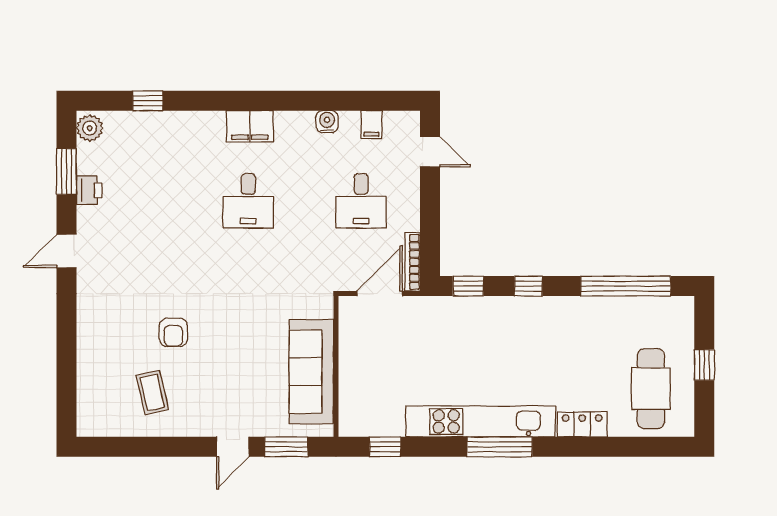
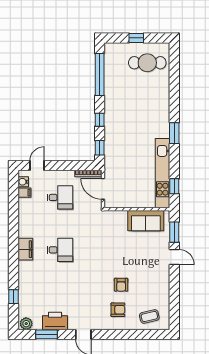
water cooler: (327, 122) -> (23, 182), moved
printer: (89, 190) -> (55, 321), width x1.87, depth x1.48
armchair: (120, 325) -> (118, 310), added
armchair: (173, 332) -> (121, 285), turned 90
sofa: (311, 372) -> (146, 221), width x0.73
coffee table: (152, 392) -> (149, 316), moved
kitchen unit: (481, 421) -> (163, 173), moved
locker: (582, 424) -> (164, 95), removed
window: (500, 447) -> (174, 133), width x0.69

